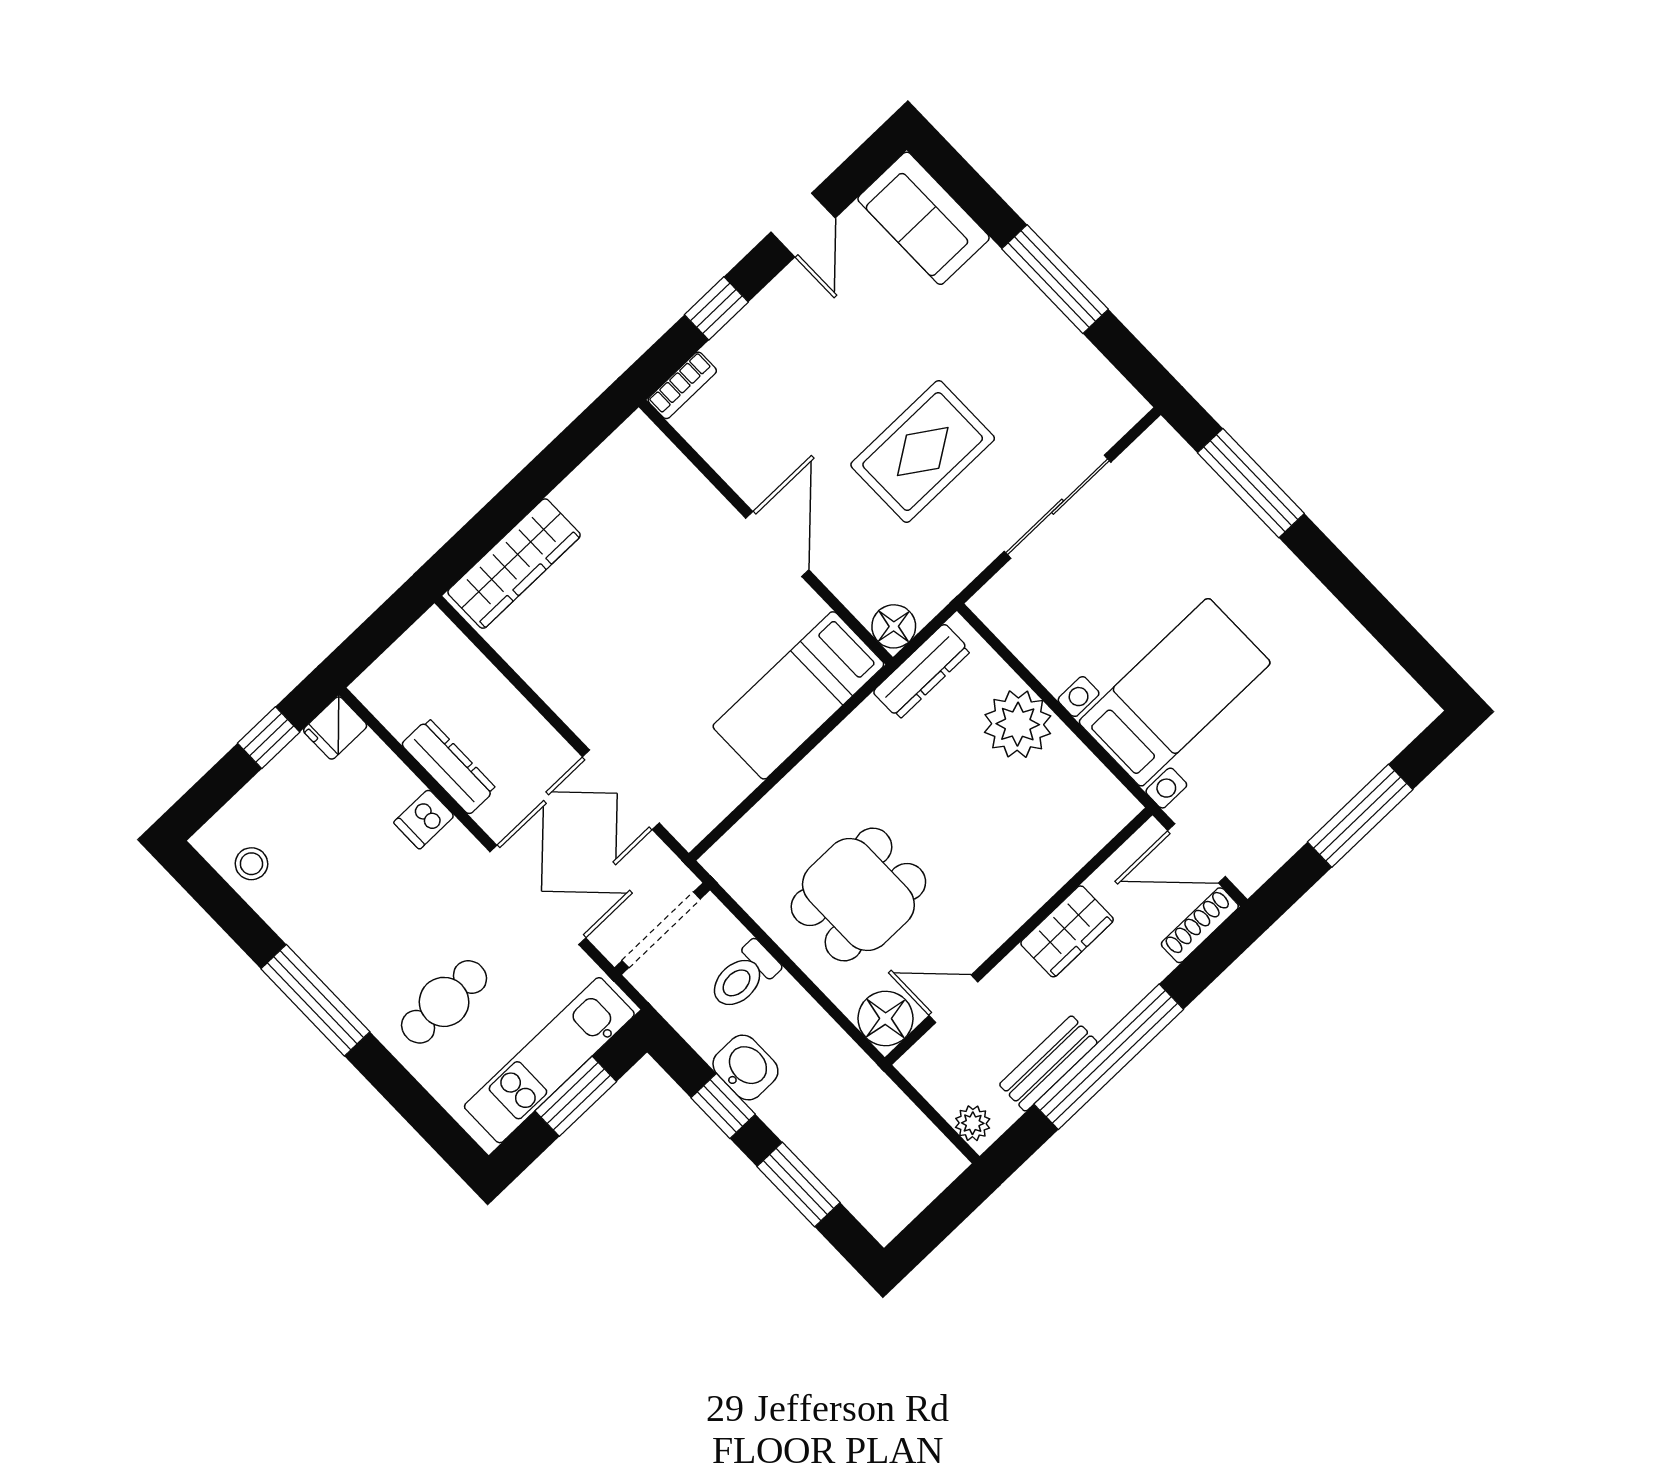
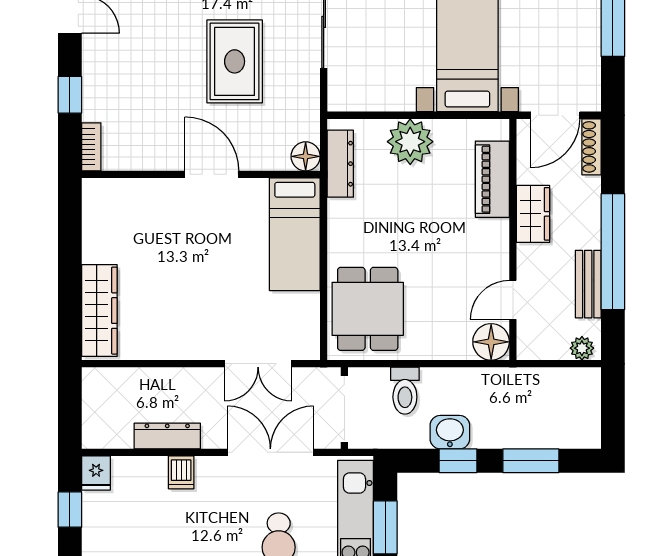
piano: (1062, 852) -> (492, 179), added
dining table: (858, 894) -> (368, 309), moved

